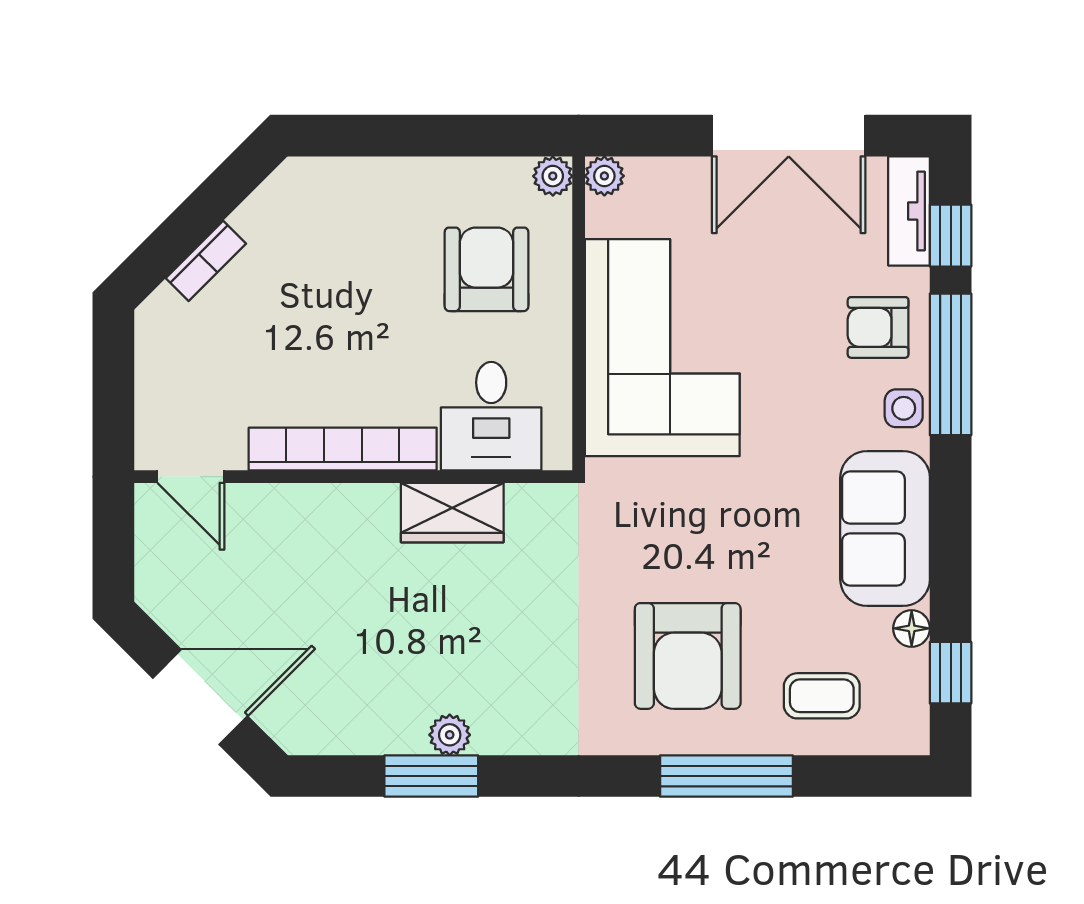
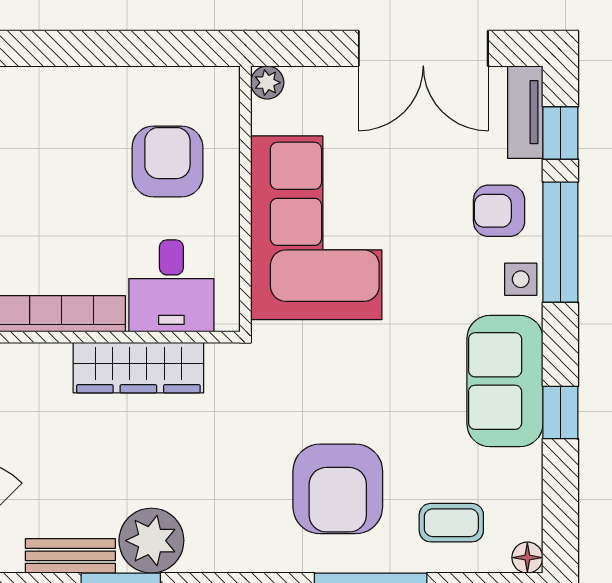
plant: (553, 176) -> (224, 83), removed
wardrobe: (452, 513) -> (138, 368), width x1.50
floor lamp: (912, 628) -> (527, 558), moved
window: (951, 673) -> (560, 412), moved
bench: (372, 735) -> (70, 556), added
plant: (450, 735) -> (151, 541), width x1.88, depth x1.88

